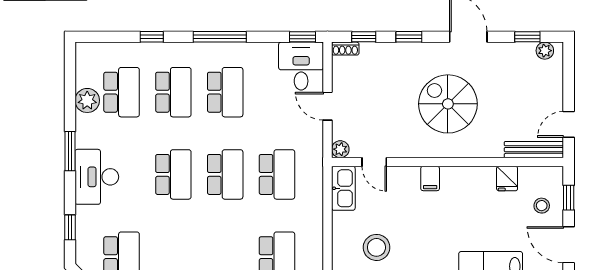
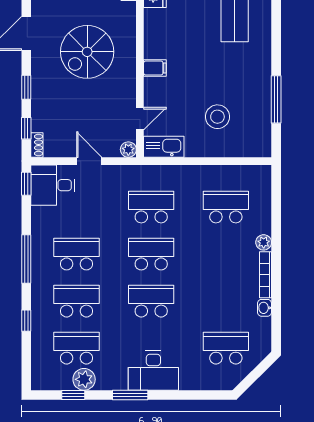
door: (328, 106) -> (89, 161), swing flipped
window: (70, 227) -> (73, 395), moved

